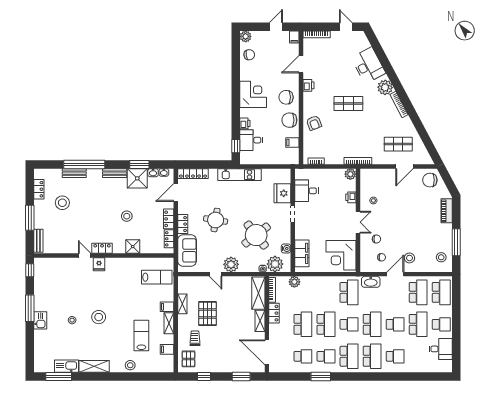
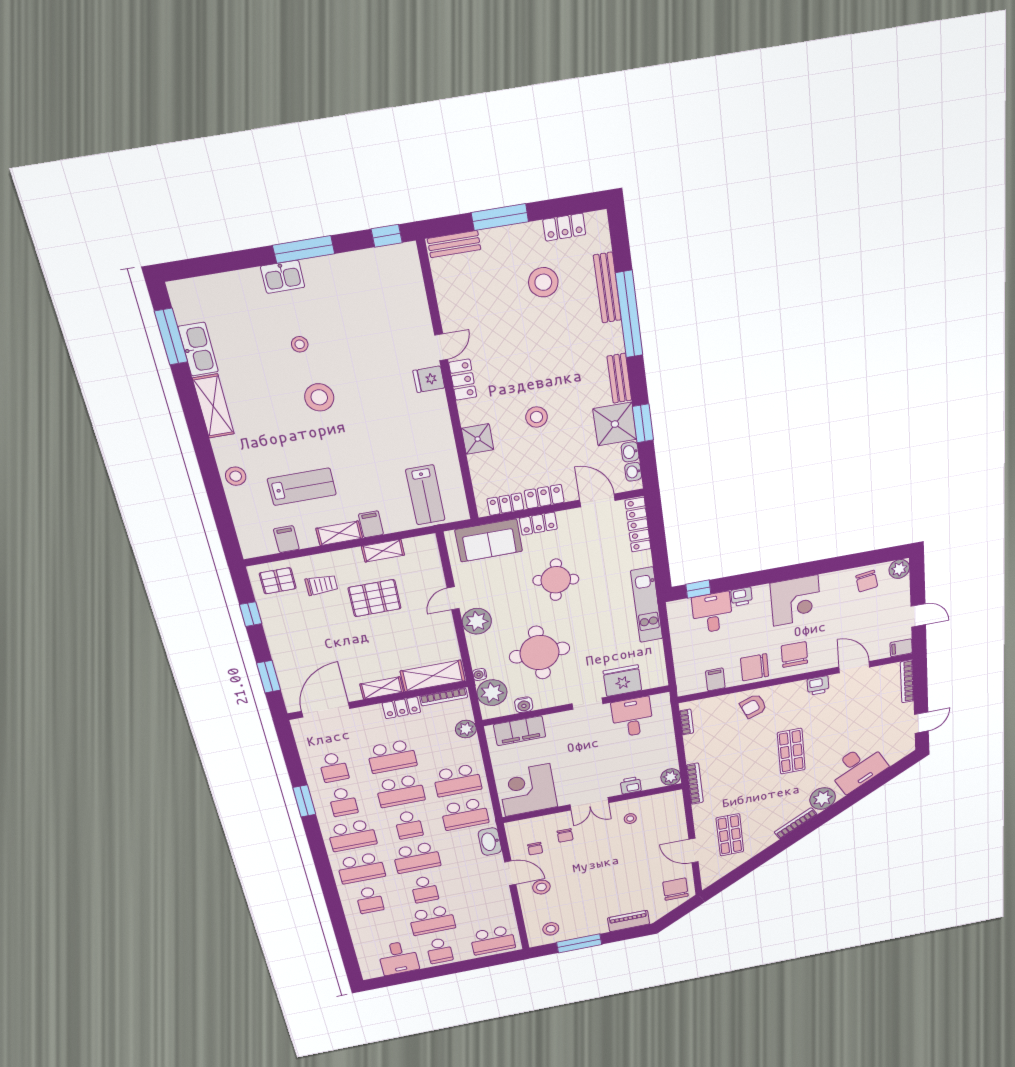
chair: (289, 120) -> (755, 667), turned -90
bench: (74, 173) -> (607, 288), width x1.36
round table: (256, 235) -> (539, 653), turned 38
school desk: (418, 292) -> (457, 780), moved

